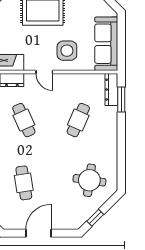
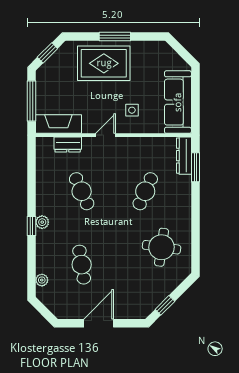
side table: (67, 51) -> (132, 110), width x0.54, depth x0.54
door: (44, 72) -> (106, 135), swing flipped
round table: (89, 180) -> (162, 247), moved

